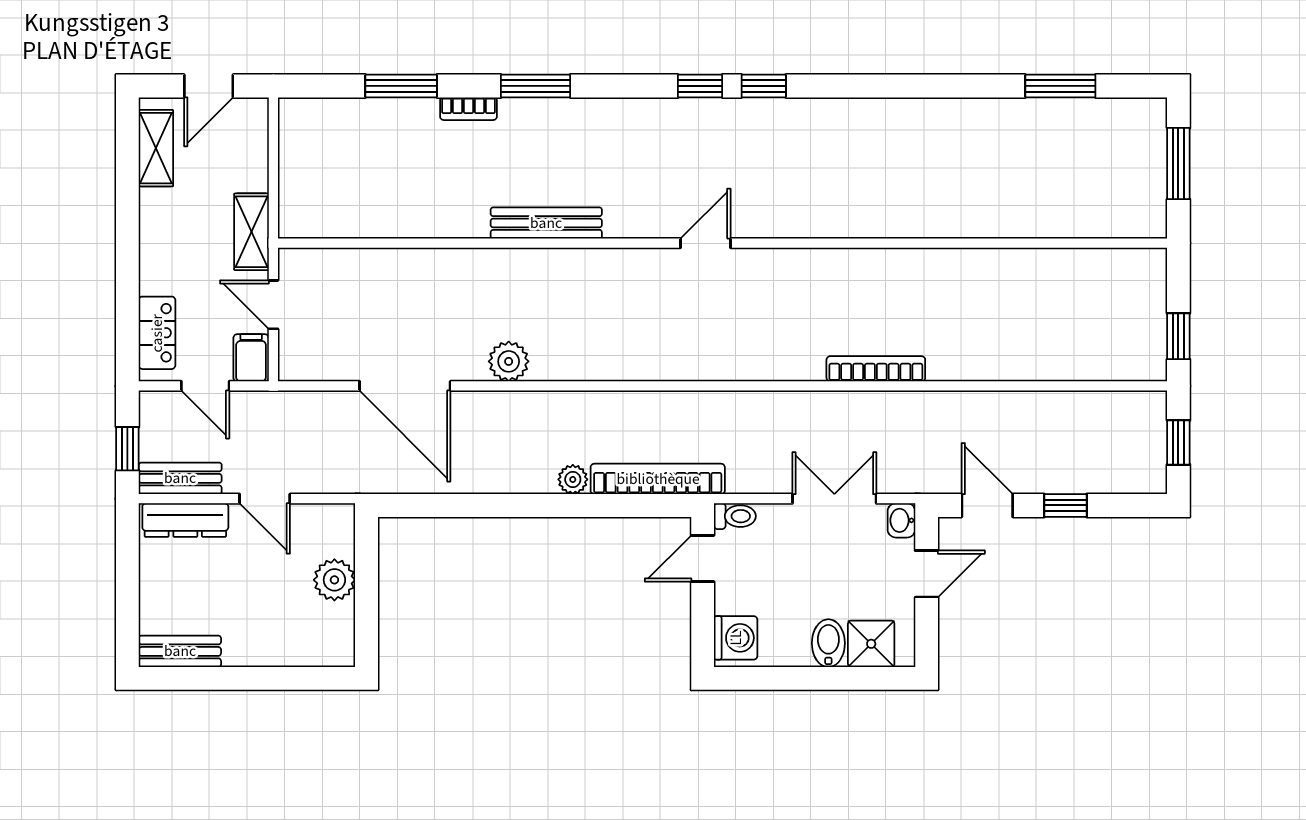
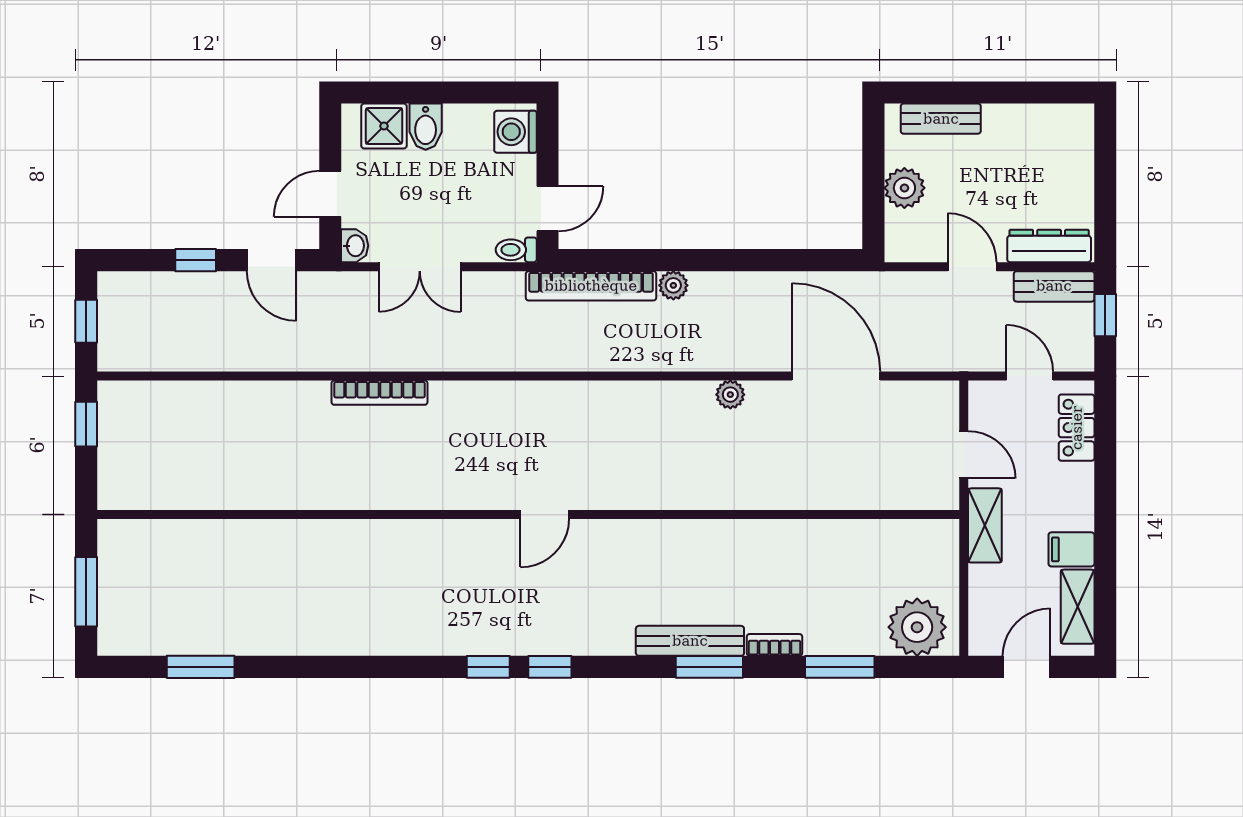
plant: (321, 127) -> (917, 627), added
bench: (546, 223) -> (690, 641), moved
filing cabinet: (251, 358) -> (1071, 549), moved, turned 90
plant: (509, 361) -> (730, 395), width x0.73, depth x0.73
bench: (180, 651) -> (941, 119), moved

